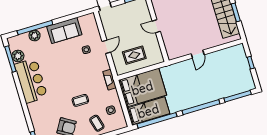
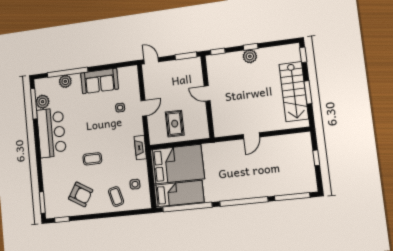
rug: (134, 55) -> (175, 124), turned 90
coffee table: (80, 100) -> (92, 159), moved

